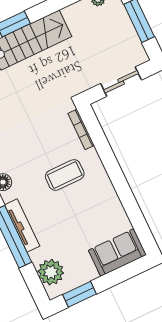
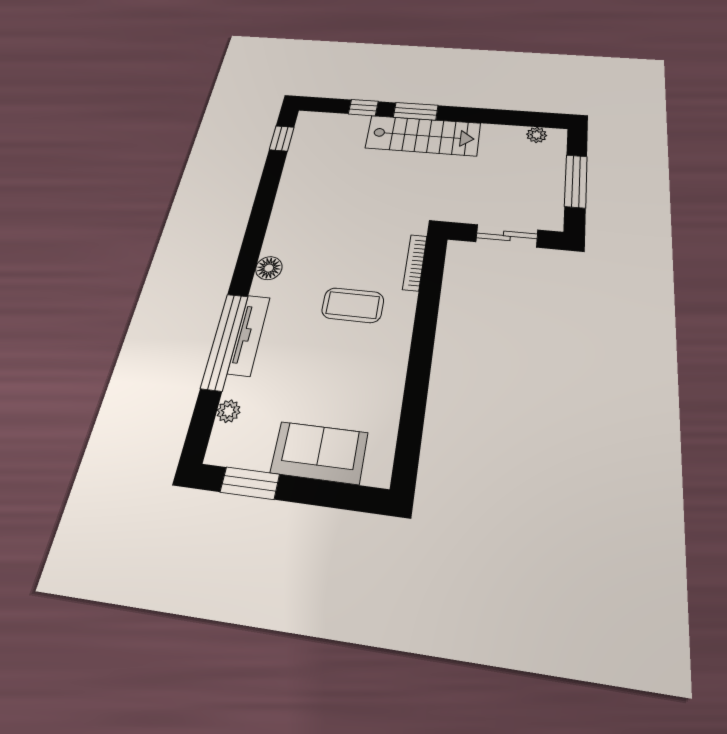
sofa: (117, 253) -> (319, 453), moved
plant: (51, 272) -> (229, 411), width x0.53, depth x0.53

